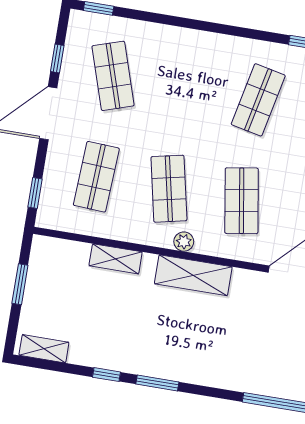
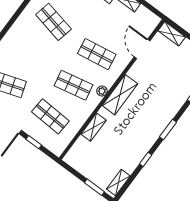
window: (35, 193) -> (34, 142), moved
window: (20, 284) -> (94, 187), moved
window: (157, 383) -> (168, 129), moved

